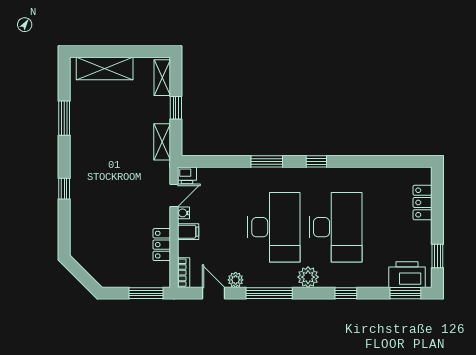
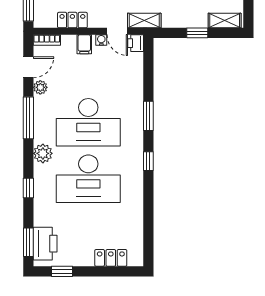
shelving: (162, 142) -> (144, 20), moved

